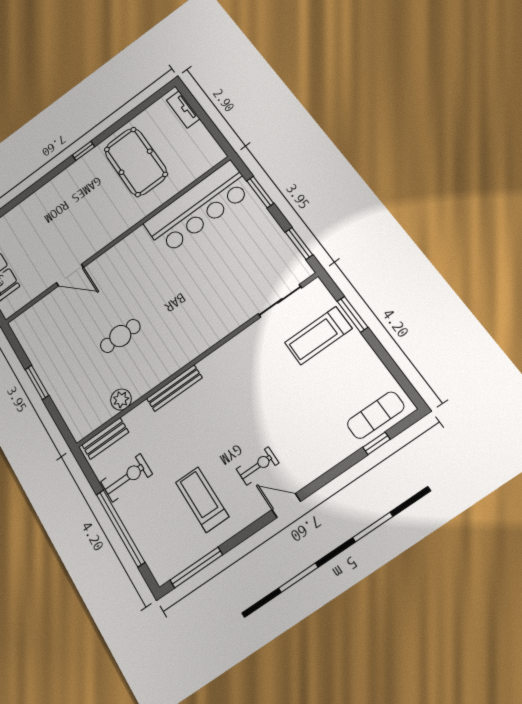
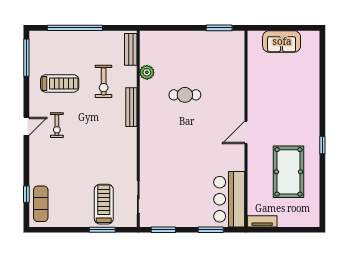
tv unit: (183, 109) -> (262, 221), moved
pool table: (136, 162) -> (289, 172), turned 90
bar counter: (198, 207) -> (229, 199), width x0.73
door: (70, 275) -> (246, 132), moved
cafe table: (120, 336) -> (185, 95), turned 90
window: (37, 382) -> (219, 28), moved
exercise bike: (126, 478) -> (104, 81), moved

